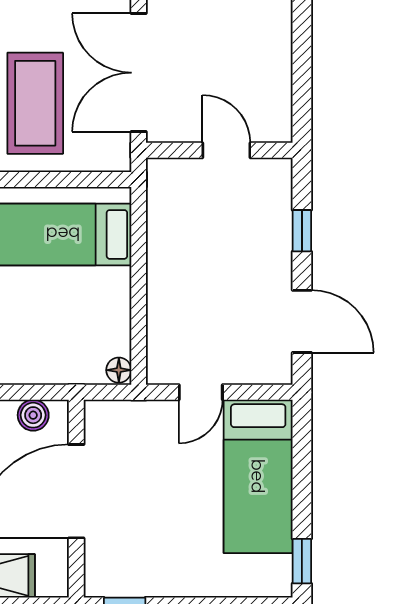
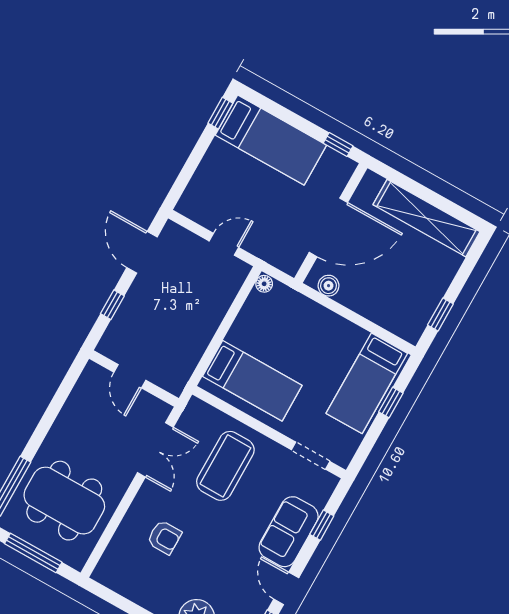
double door: (139, 73) -> (155, 450), width x0.73
bed: (258, 476) -> (271, 140), moved, turned 90

